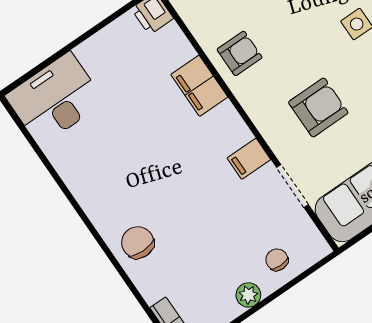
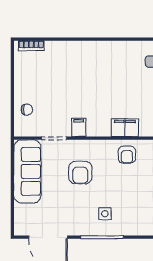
chair: (138, 242) -> (76, 55), removed
plant: (248, 295) -> (20, 87), removed

